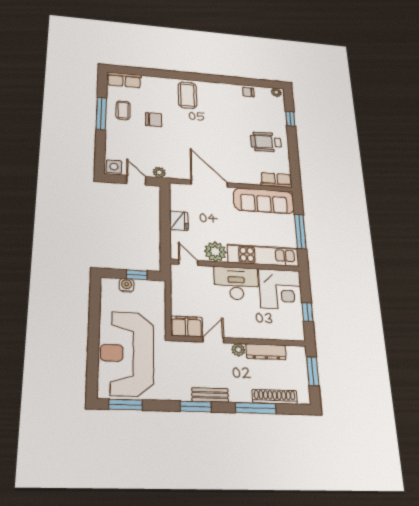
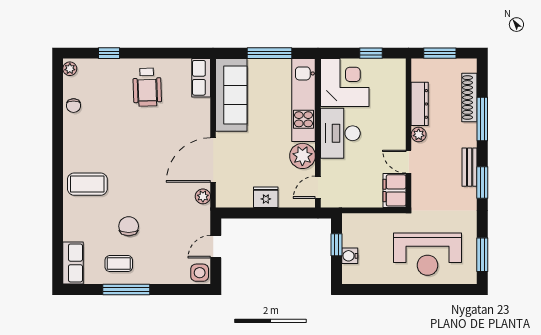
plant: (159, 172) -> (203, 196), moved
reception desk: (127, 353) -> (428, 254), width x0.74, depth x0.77

